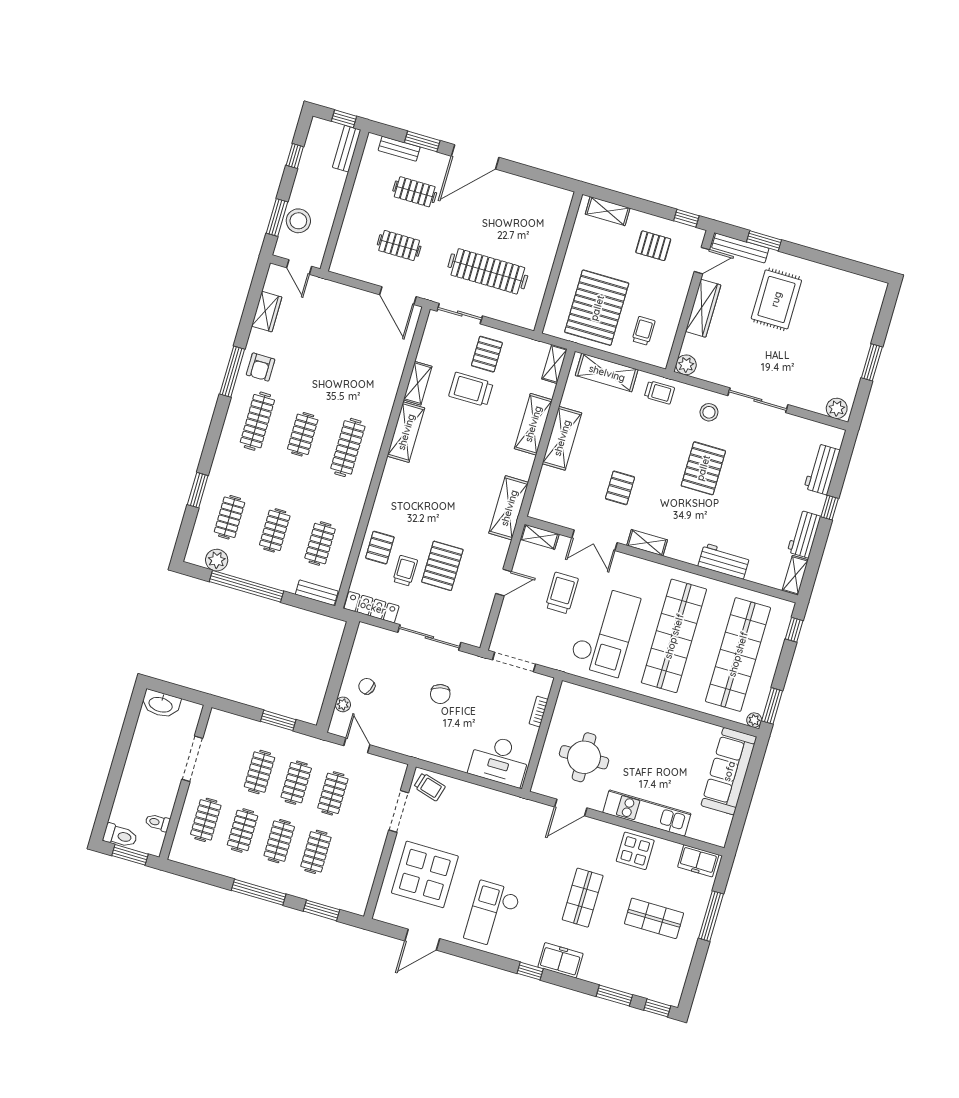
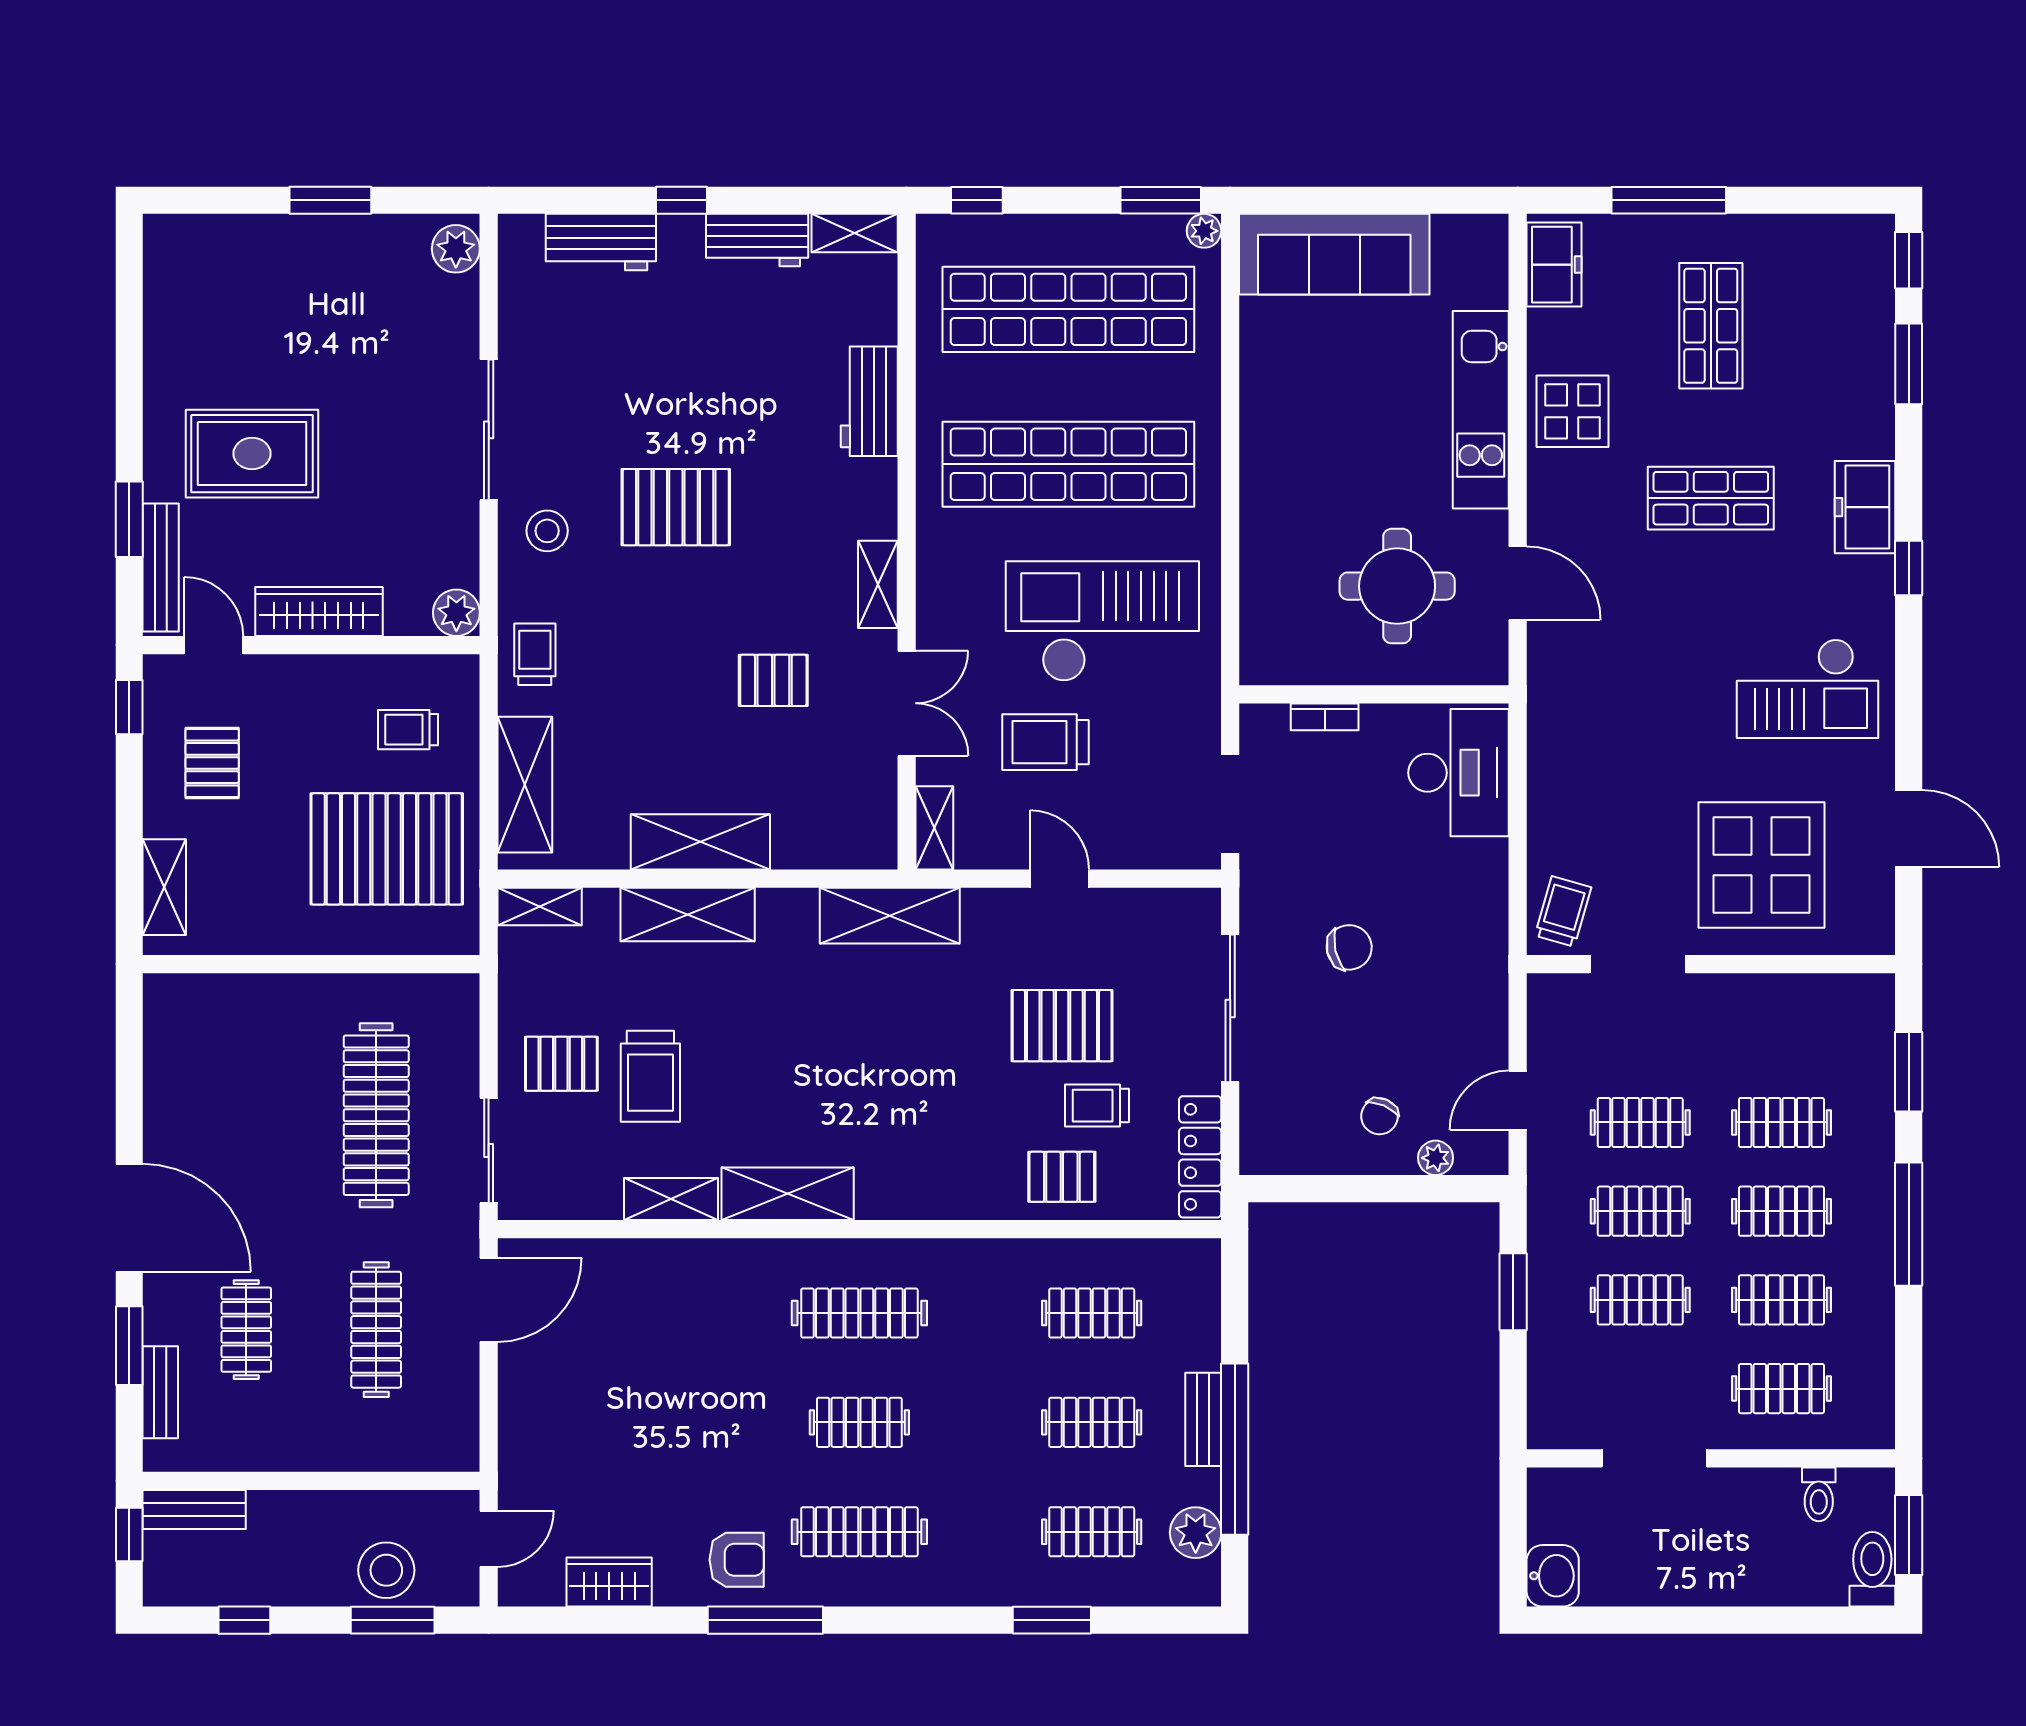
clothes rail: (399, 246) -> (376, 1330), width x1.36
bench: (317, 593) -> (1203, 1419), moved
washbasin: (161, 704) -> (1553, 1576), width x0.72

